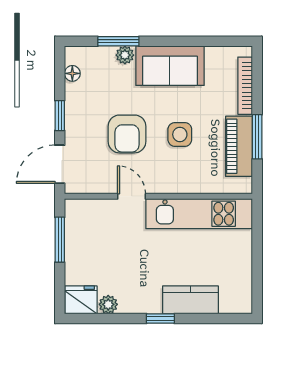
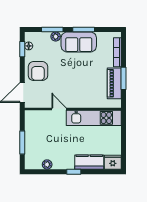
window: (180, 41) -> (84, 29), added
window: (60, 116) -> (22, 49), moved
armchair: (127, 134) -> (38, 71), moved
side table: (180, 134) -> (84, 77), removed
window: (60, 240) -> (22, 142), moved
fridge: (81, 300) -> (113, 162), moved

